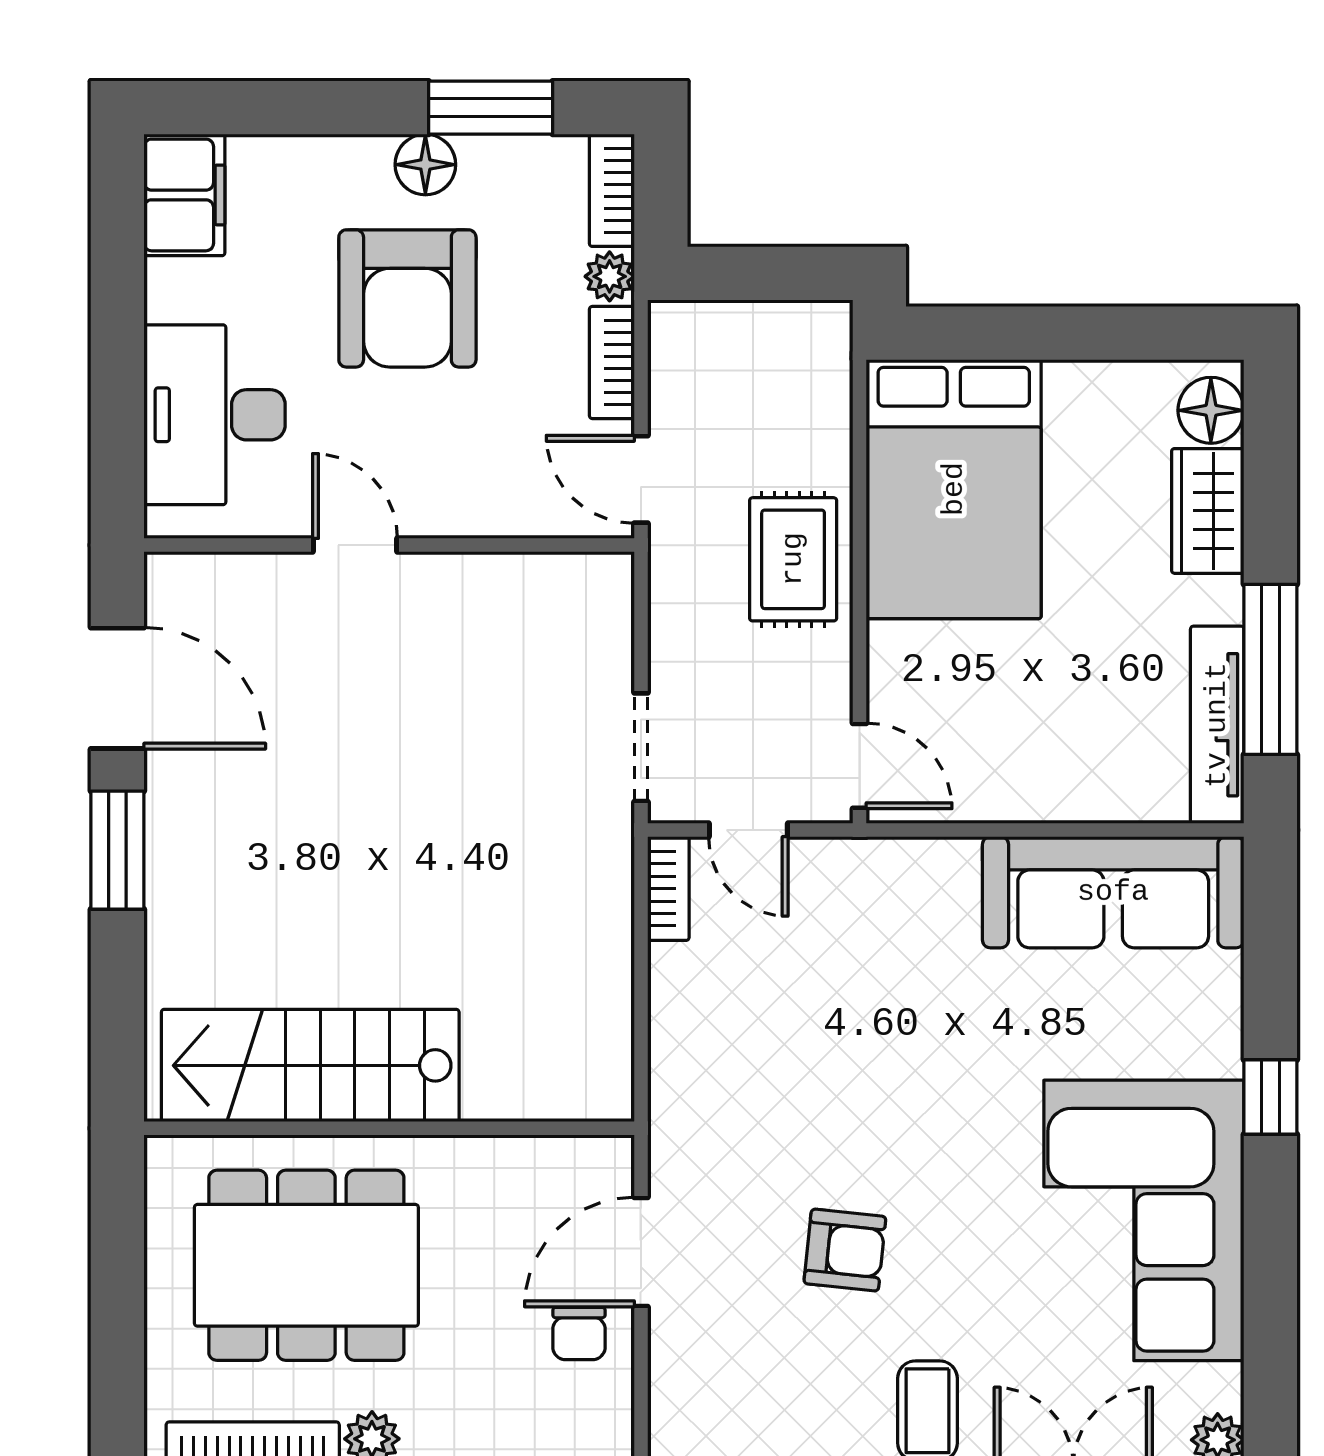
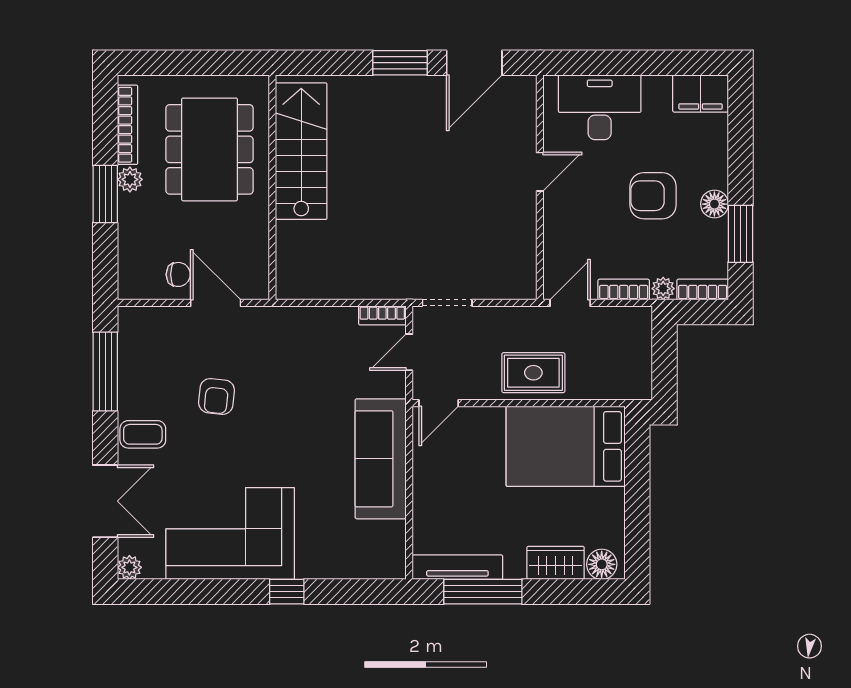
armchair: (407, 298) -> (653, 196), width x0.73, depth x0.73
sofa: (1113, 892) -> (381, 459), moved
chair: (579, 1334) -> (178, 274), turned 180

